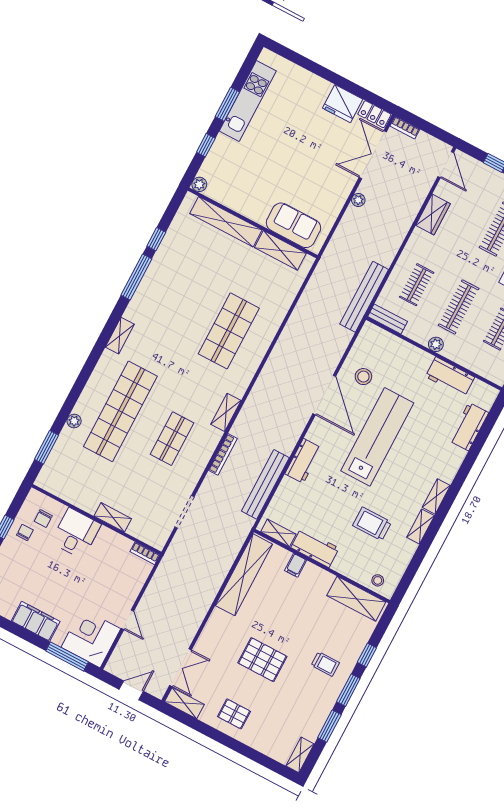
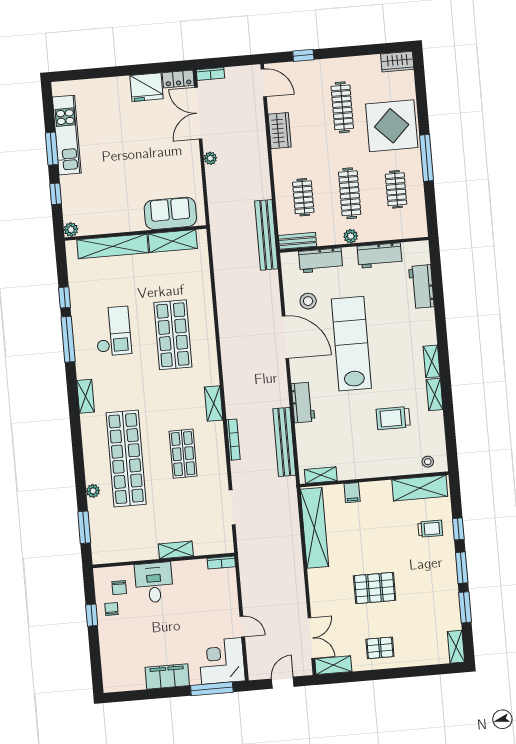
checkout: (179, 295) -> (113, 331), added
workbench: (315, 548) -> (321, 260), moved, turned 180
trolley: (325, 664) -> (430, 529), moved

